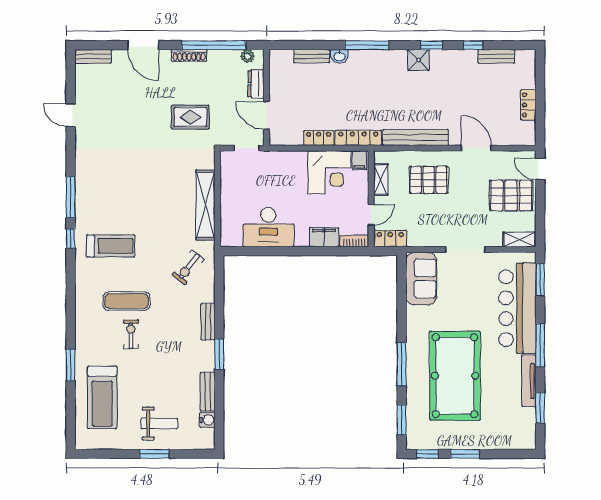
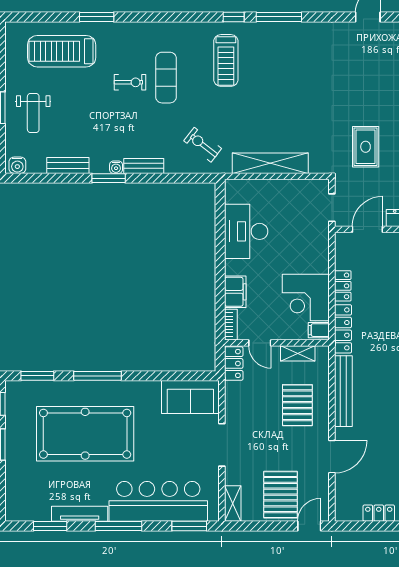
water cooler: (209, 347) -> (116, 167), added
water cooler: (207, 420) -> (17, 165), moved

